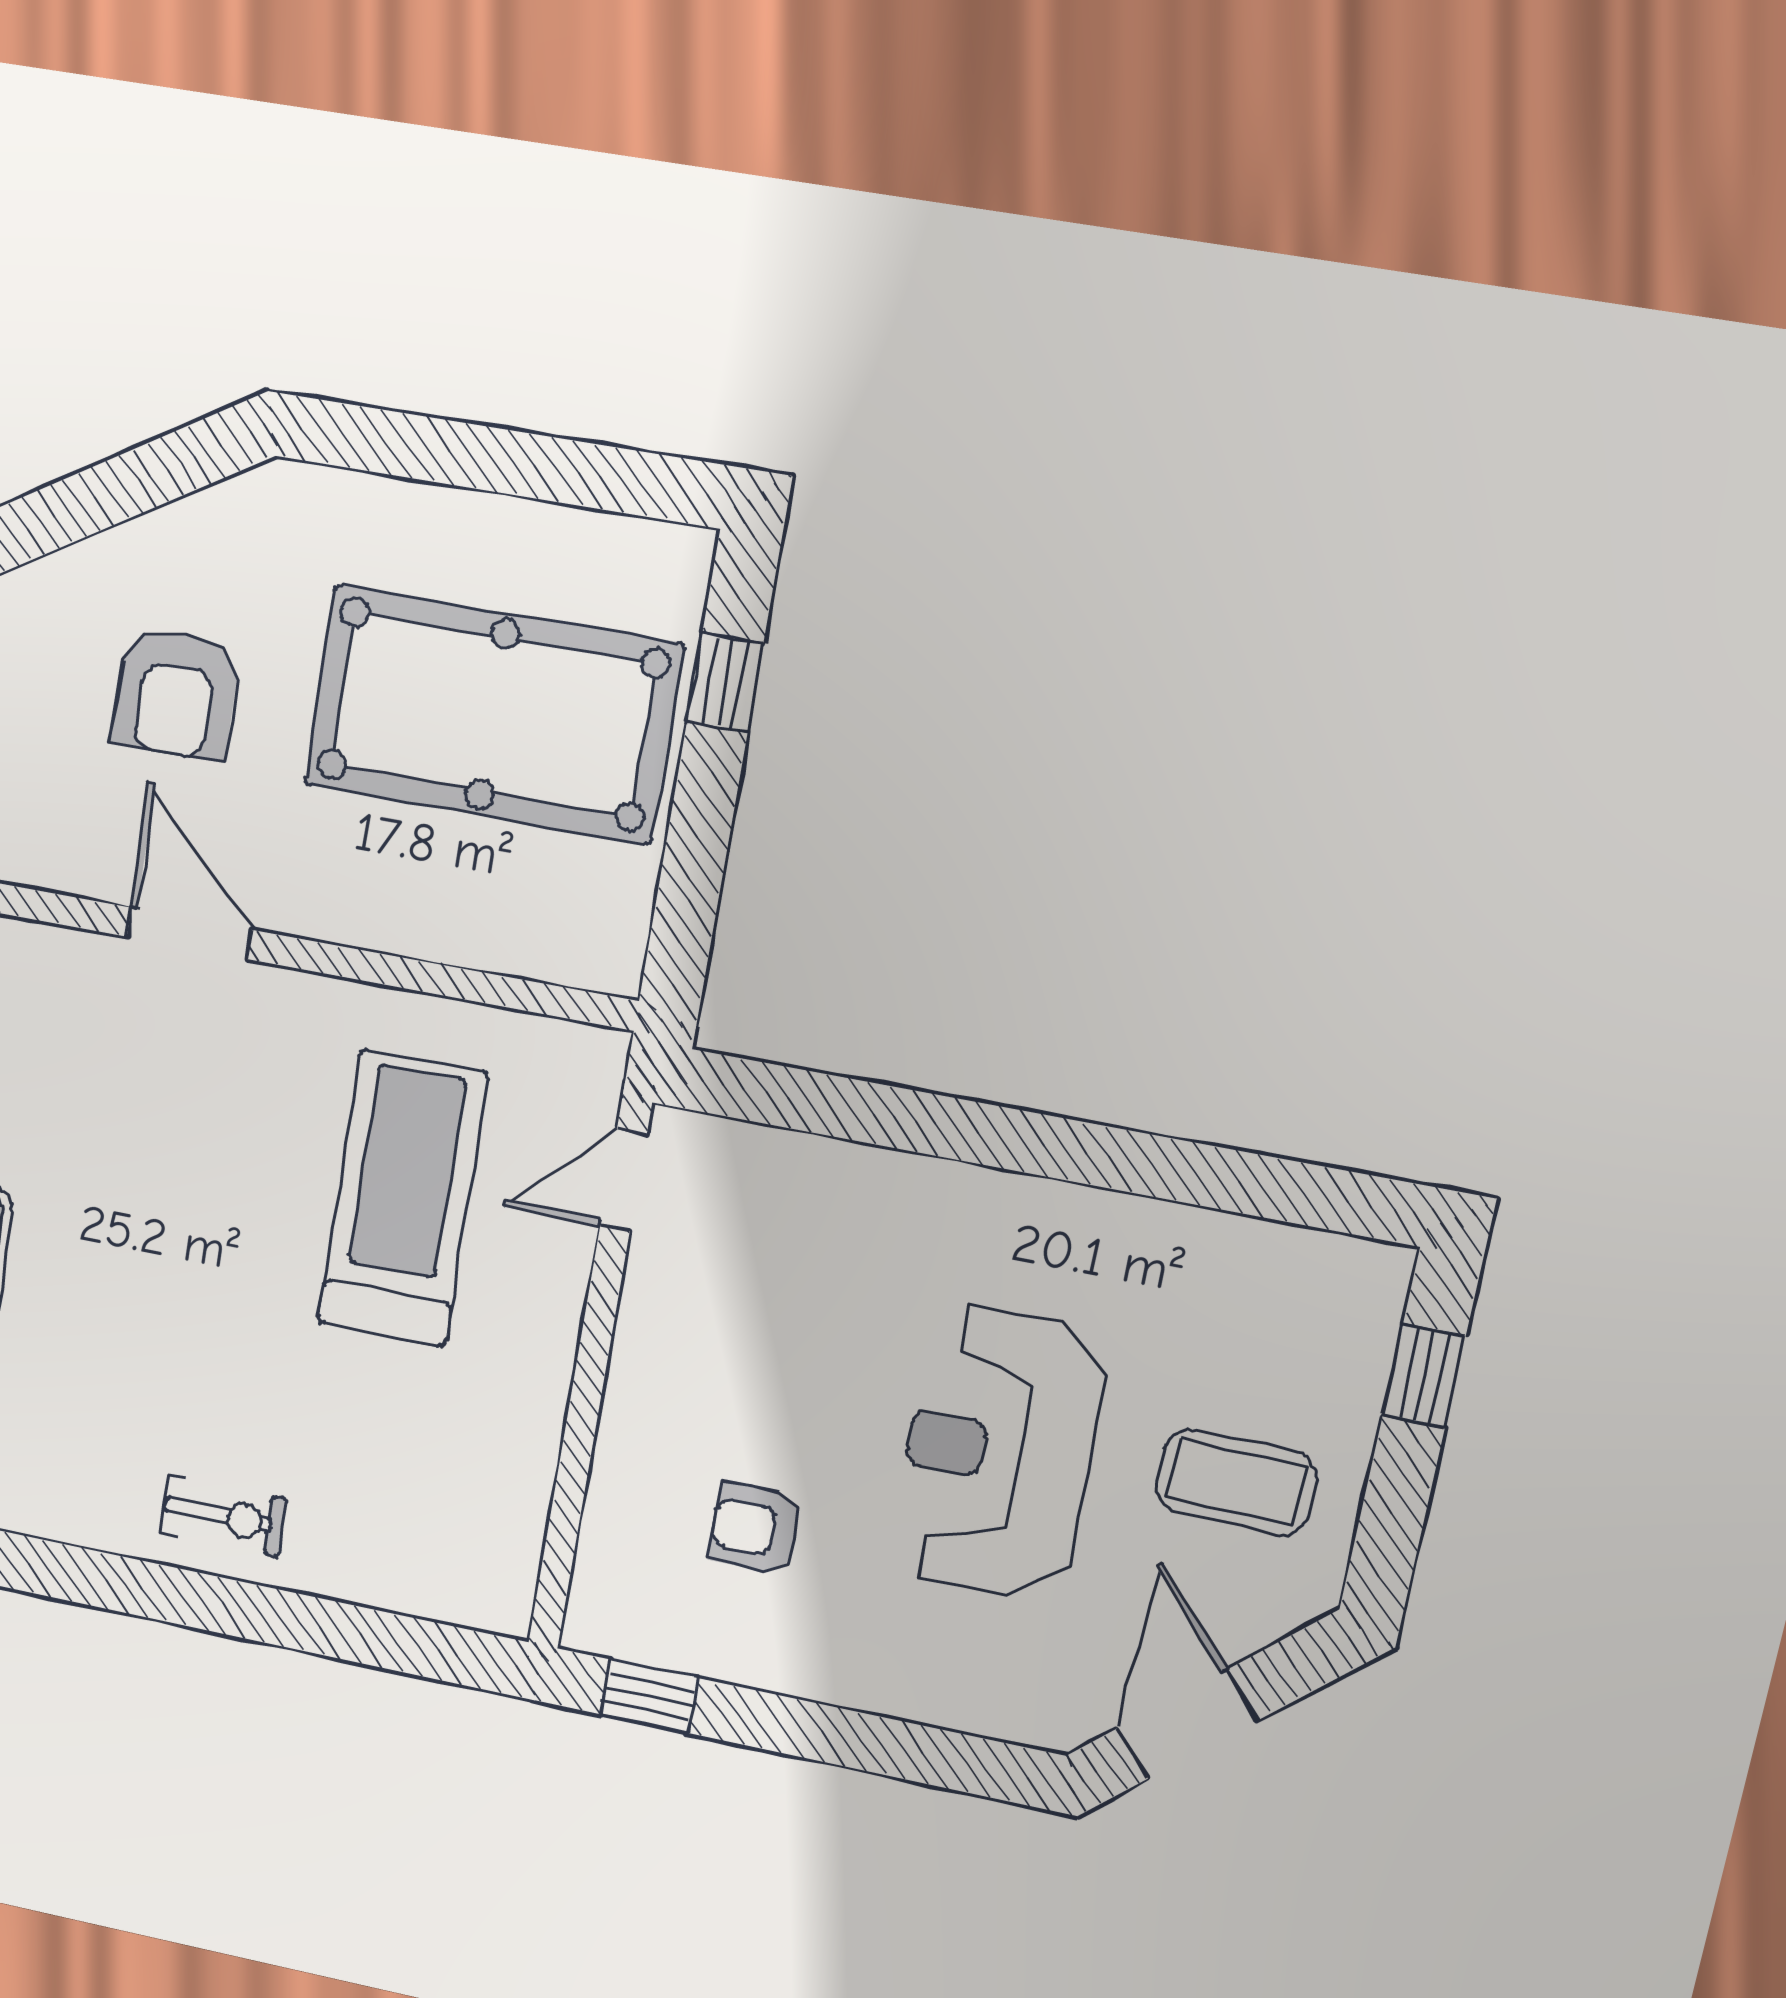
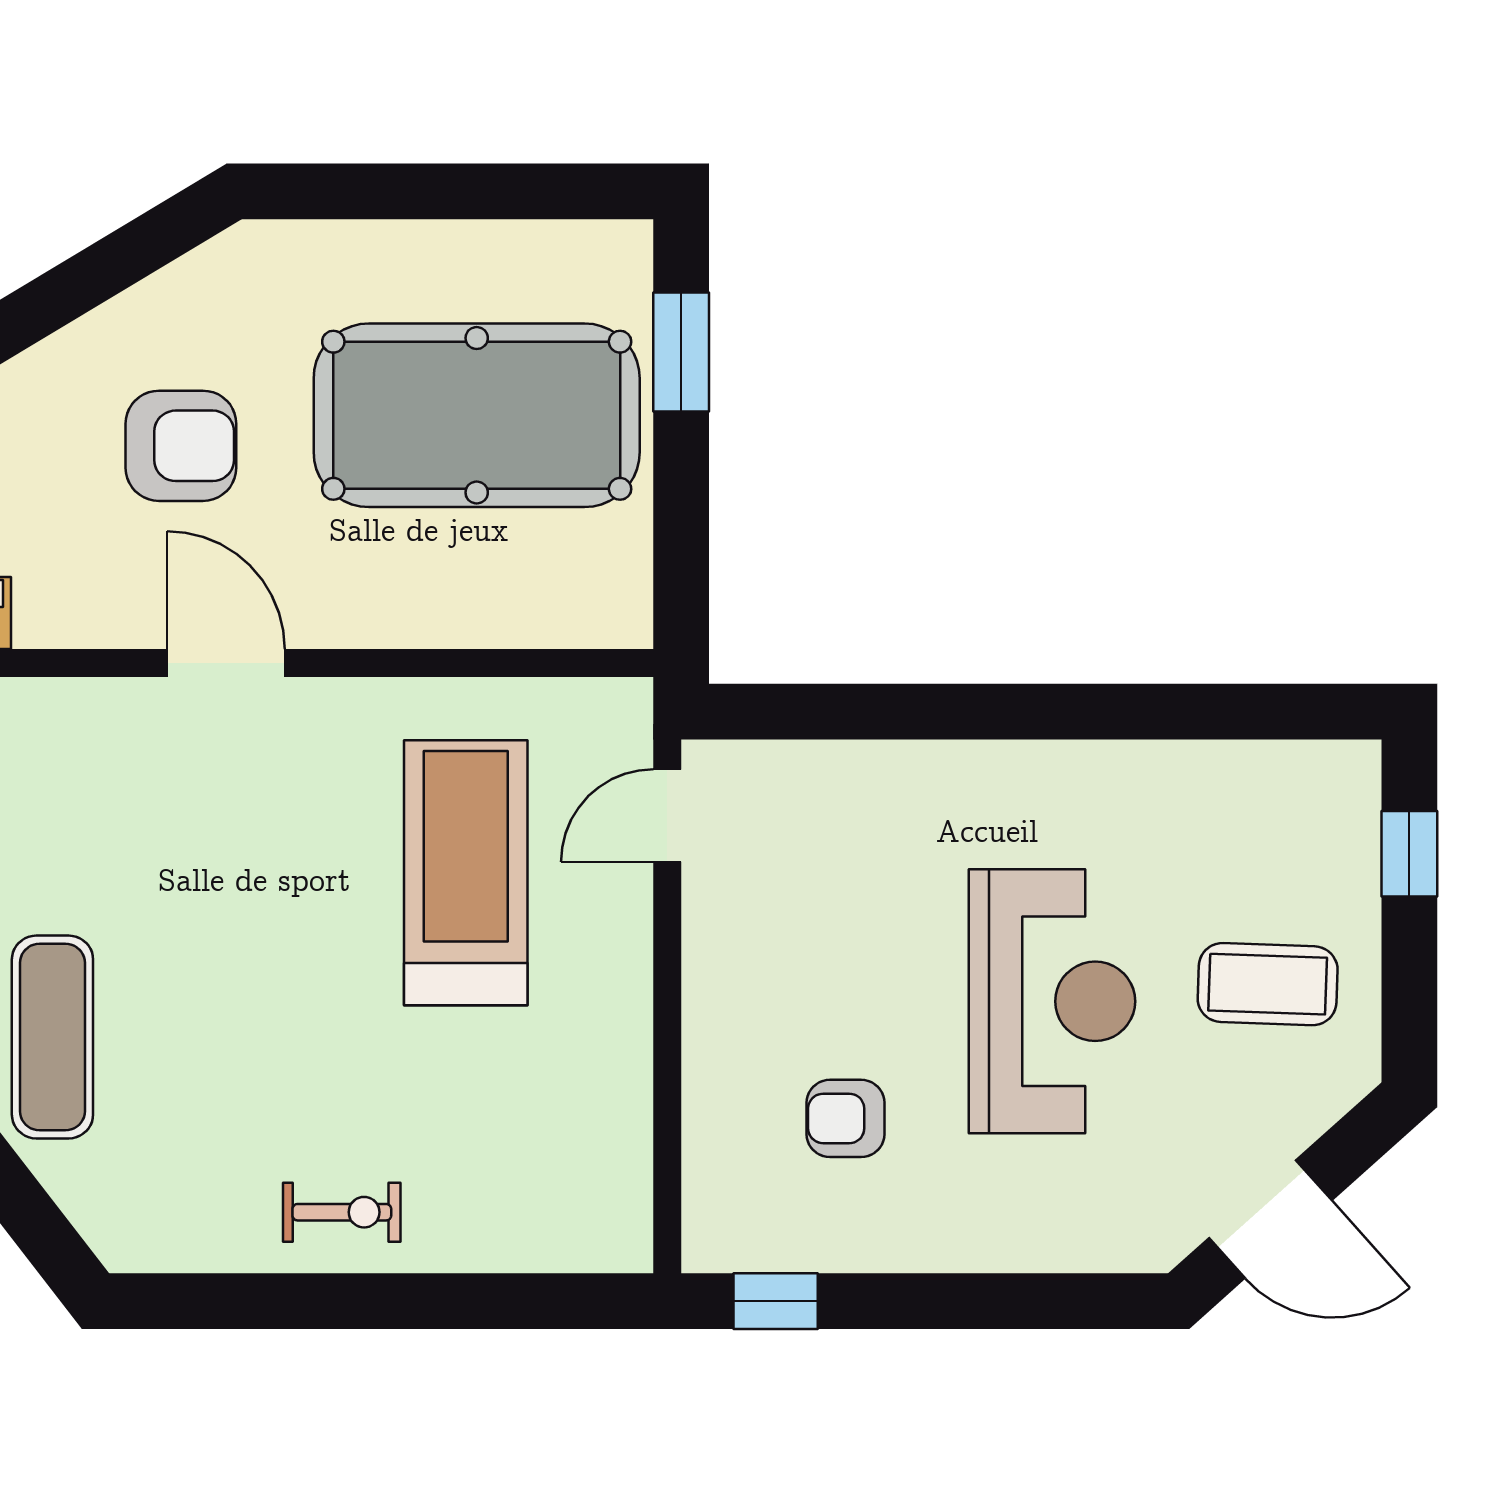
window: (725, 683) -> (681, 352), width x1.50
armchair: (176, 693) -> (181, 446), turned -90
reception desk: (998, 1453) -> (1052, 1001), turned 180
door: (1188, 1724) -> (1270, 1219), swing flipped

